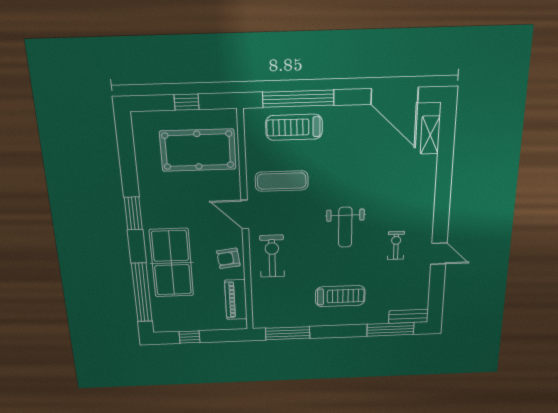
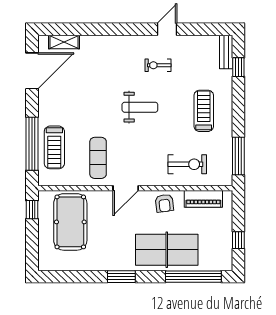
window: (187, 102) -> (32, 210), moved
exercise bike: (272, 256) -> (187, 164), moved, turned 180
window: (390, 329) -> (238, 67), width x0.46

